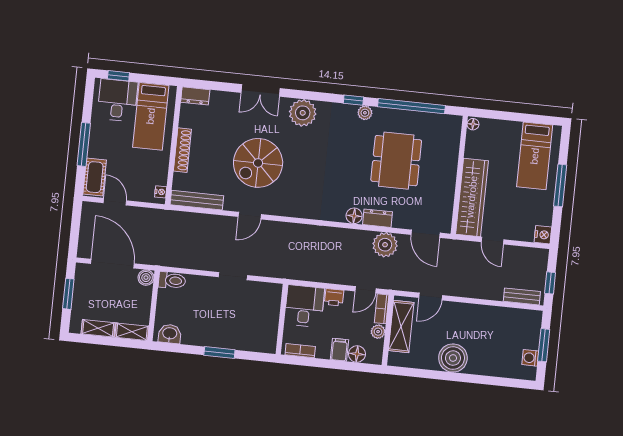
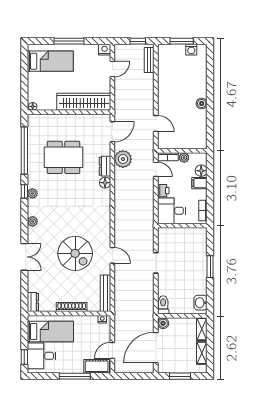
plant: (303, 113) -> (33, 221), width x0.53, depth x0.53
plant: (365, 113) -> (32, 193), moved
door: (493, 241) -> (112, 69), moved
shelving: (401, 327) -> (179, 142), removed
boiler: (453, 358) -> (202, 103), width x0.54, depth x0.54

